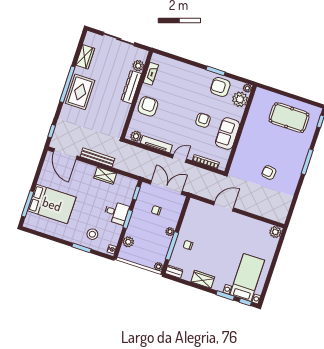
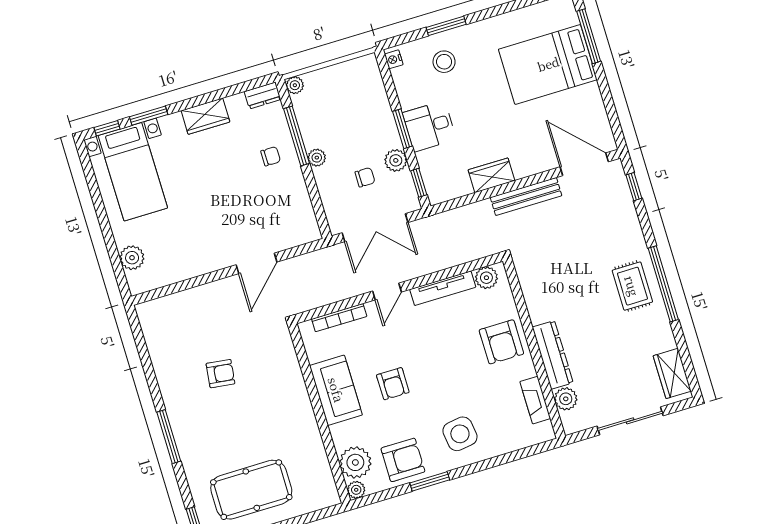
wardrobe: (85, 57) -> (672, 373), moved
side table: (190, 81) -> (460, 434), added
rug: (80, 92) -> (632, 286), width x0.73, depth x0.70
plant: (275, 232) -> (132, 258), moved
plant: (128, 242) -> (396, 160), moved

